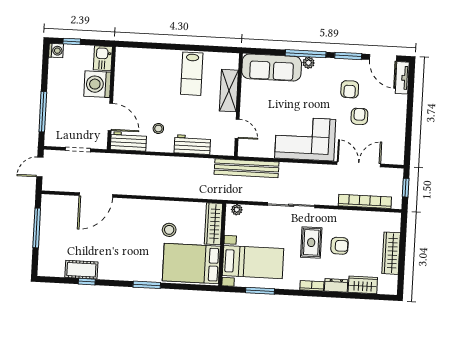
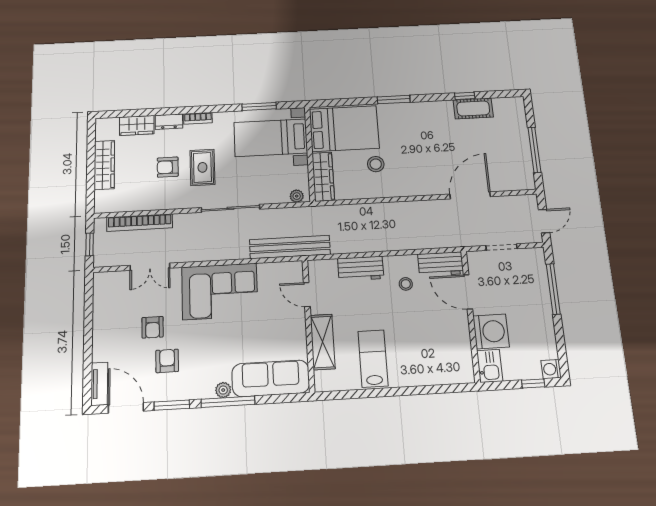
double door: (359, 164) -> (150, 267), width x0.73

